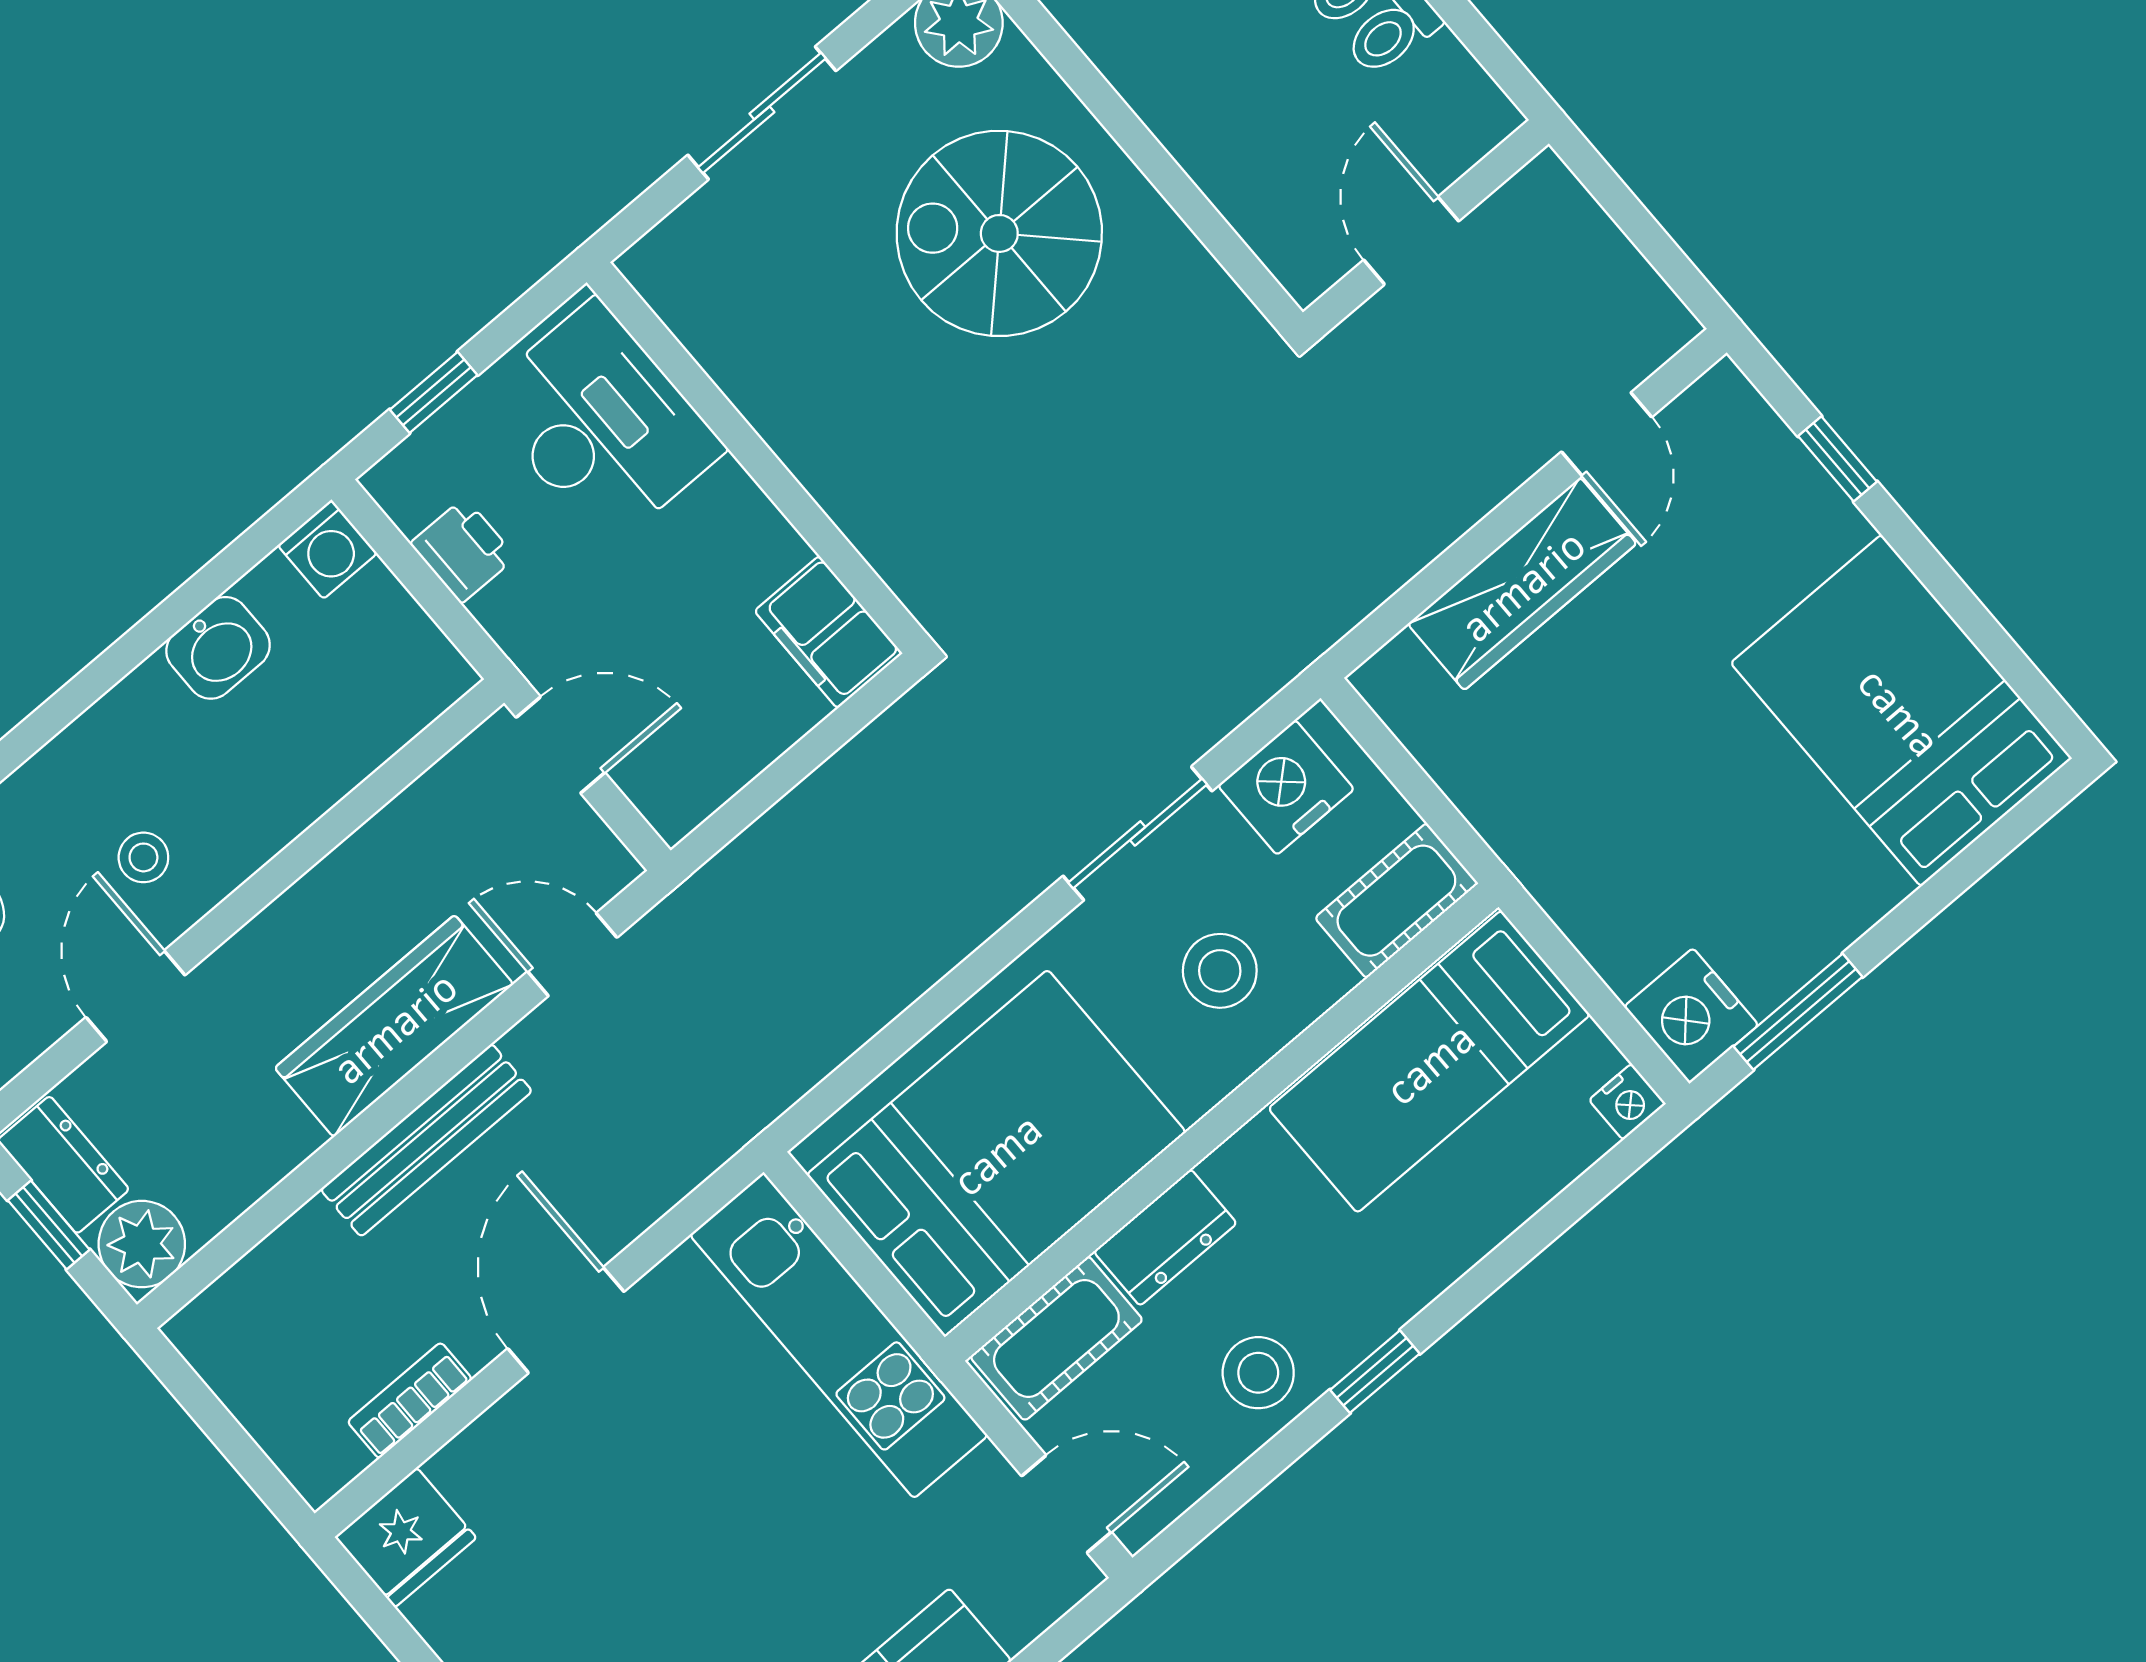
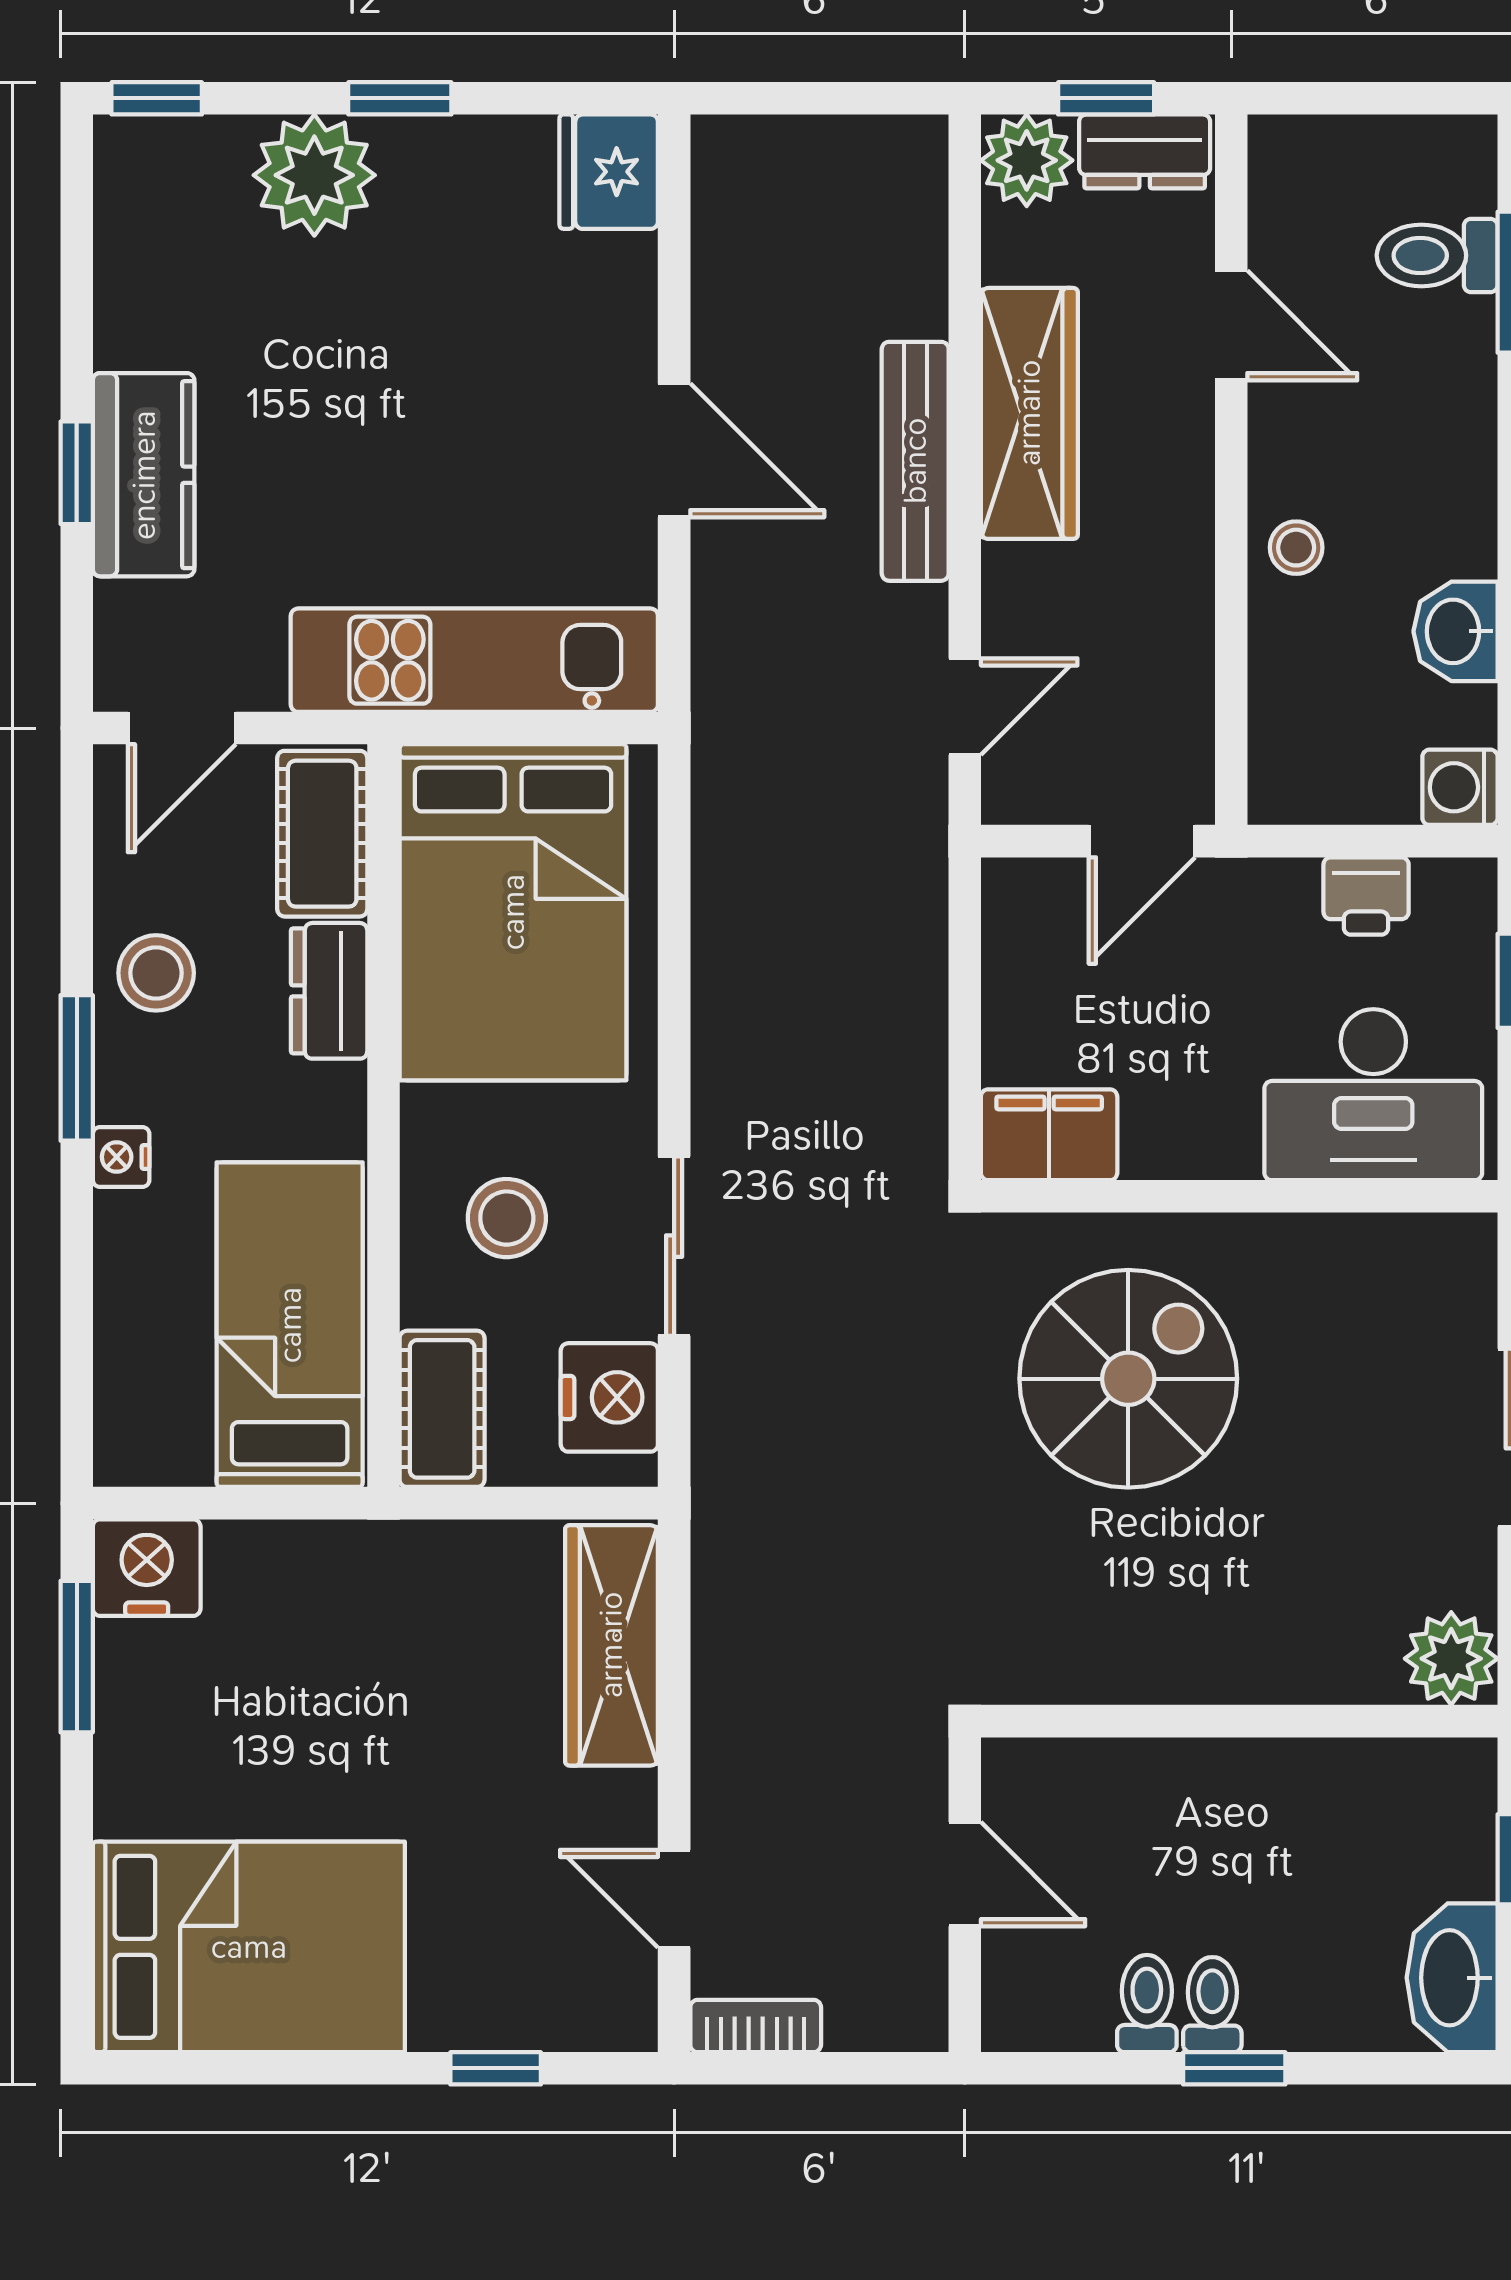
spiral stairs: (999, 233) -> (1128, 1379), moved
wardrobe: (1522, 584) -> (611, 1645), moved
stool: (143, 857) -> (1296, 548), moved
wardrobe: (394, 1026) -> (1029, 413), moved
nightstand: (1627, 1102) -> (121, 1157), moved
window: (1375, 1372) -> (77, 1068), width x1.50
bookcase: (410, 1400) -> (756, 2026), moved, turned -90

